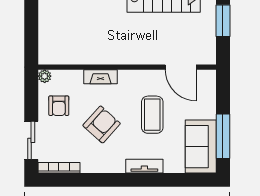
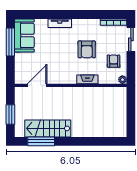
door: (181, 67) -> (37, 85), hinge flipped
coffee table: (152, 115) -> (55, 55), removed
armchair: (102, 124) -> (87, 49), turned -42

